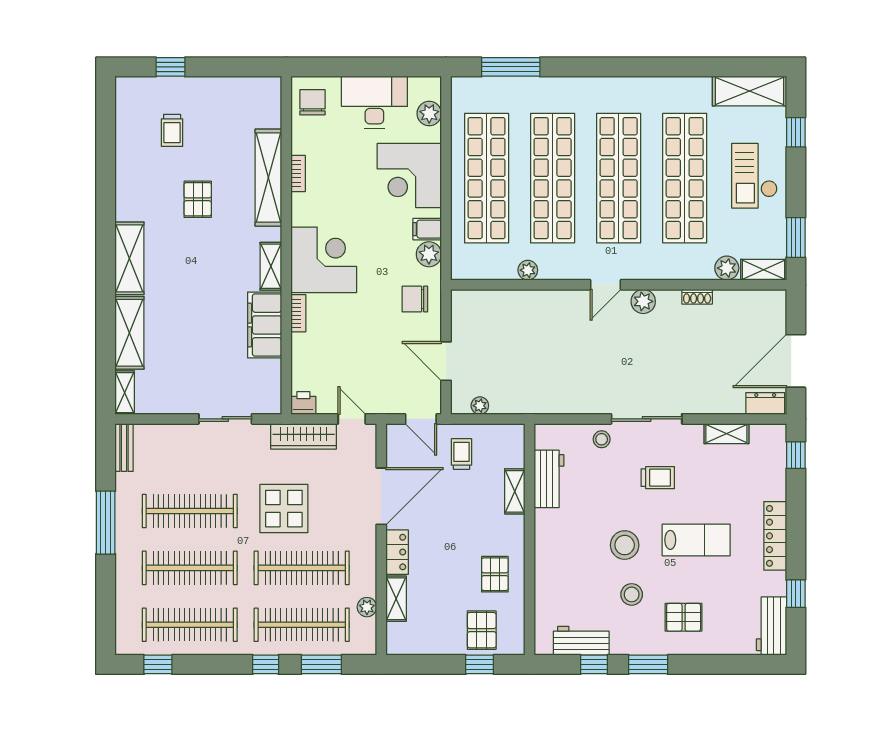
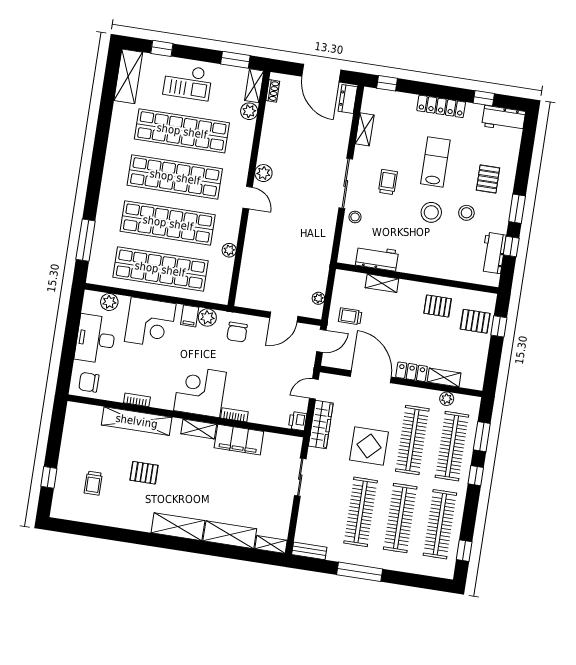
trolley: (172, 130) -> (93, 483), turned 90
shoe rack: (697, 297) -> (273, 91), moved

